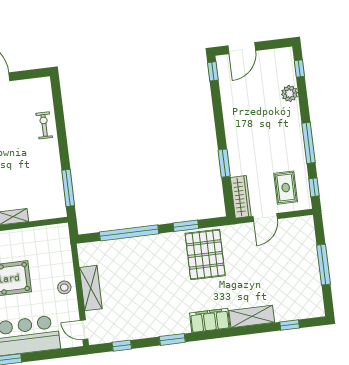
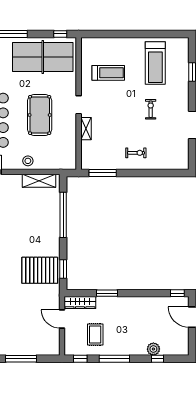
window: (299, 69) -> (157, 359), moved
exercise bike: (44, 125) -> (136, 153), moved
rug: (286, 188) -> (95, 335), moved, turned 90
window: (186, 226) -> (63, 269), moved
shelving: (91, 288) -> (39, 181), moved

